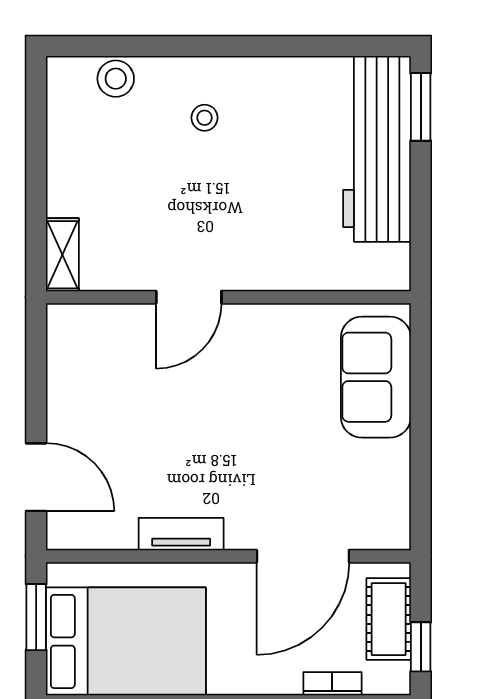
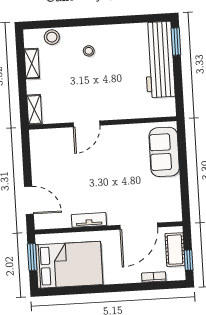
shelving: (63, 141) -> (32, 64), added

